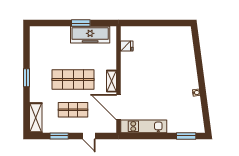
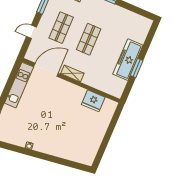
freezer: (90, 35) -> (128, 60), moved
fridge: (127, 46) -> (93, 101), width x1.88, depth x1.34
shop shelf: (73, 79) -> (89, 39), width x0.70, depth x0.74

